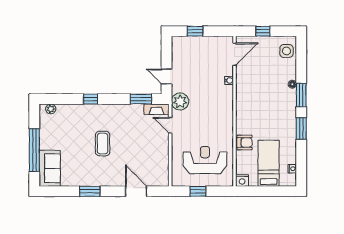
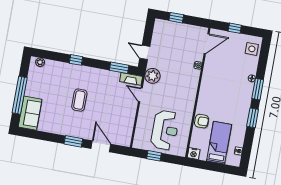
reception desk: (205, 160) -> (165, 130), turned 90
window: (90, 191) -> (73, 141), moved

